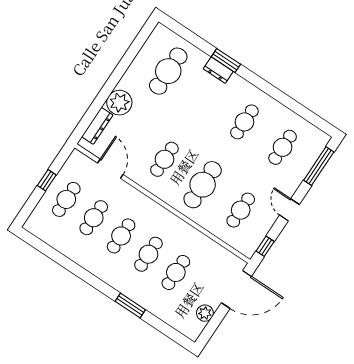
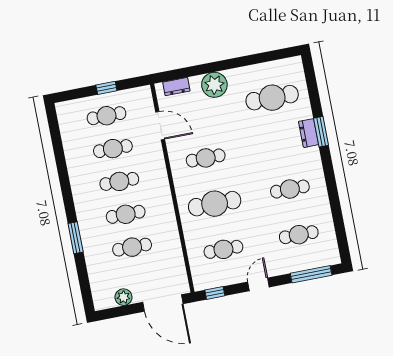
dresser: (97, 126) -> (176, 87), width x0.70
door: (110, 169) -> (160, 126), hinge flipped

